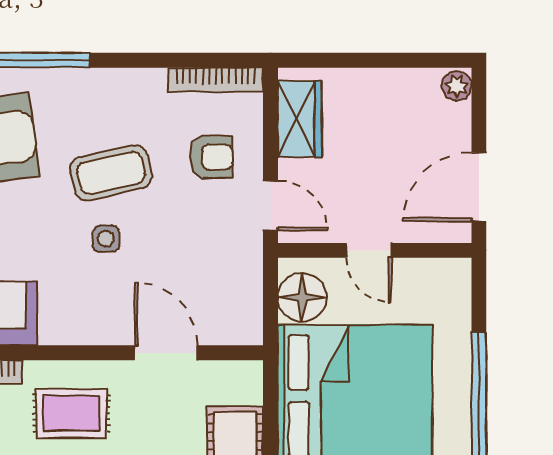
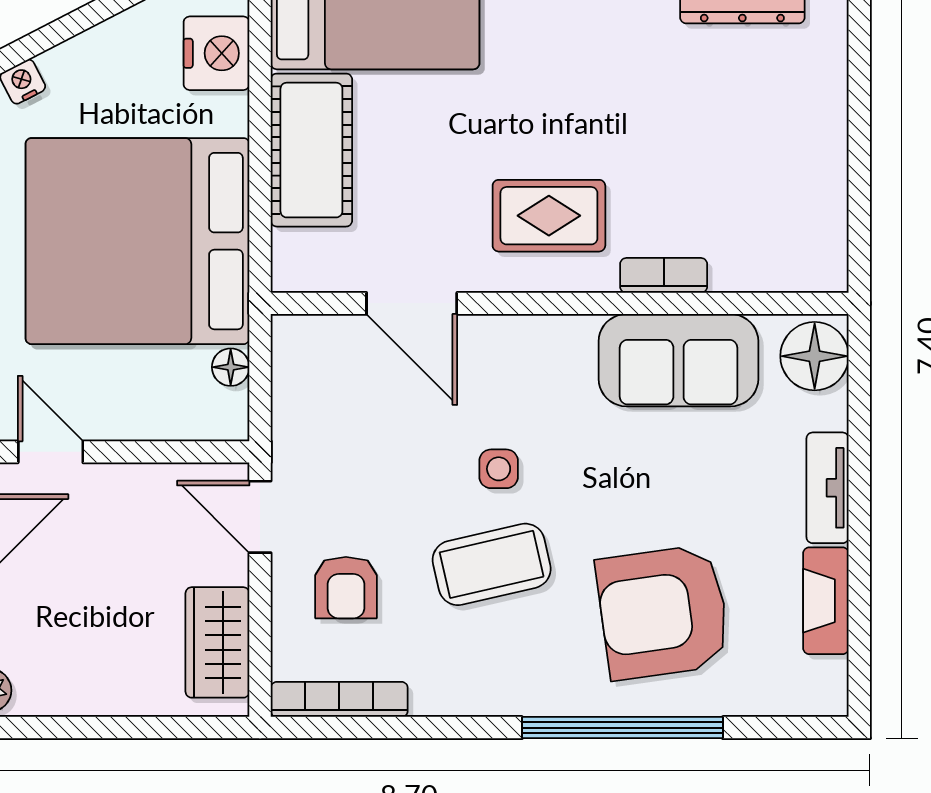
armchair: (211, 157) -> (346, 588), turned -90
door: (369, 250) -> (51, 452), moved
floor lamp: (302, 297) -> (231, 367), width x0.53, depth x0.53

